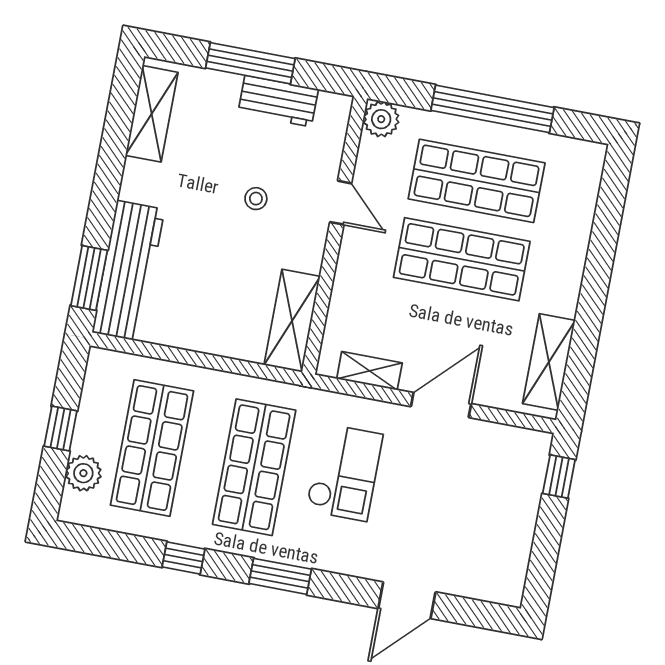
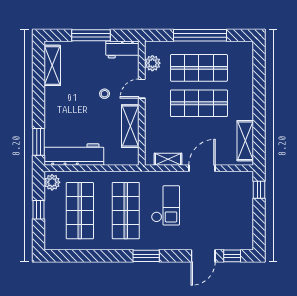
workbench: (278, 101) -> (122, 50), moved
plant: (381, 119) -> (152, 63), moved
door: (341, 203) -> (142, 89), swing flipped
workbench: (128, 271) -> (74, 155), moved, turned -90
shelving: (292, 321) -> (130, 126), moved
plant: (83, 473) -> (52, 182), moved
window: (183, 558) -> (232, 256), moved

